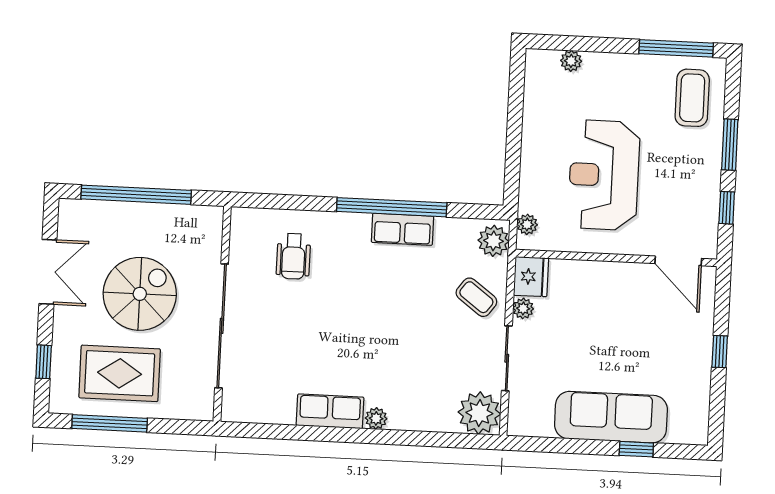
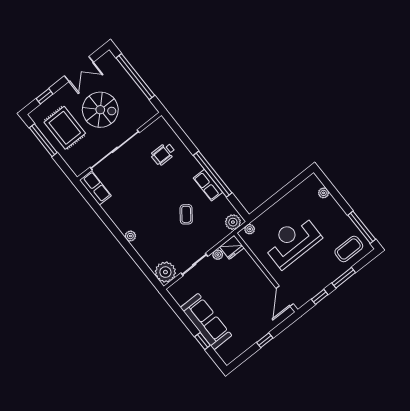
coffee table: (476, 297) -> (186, 214), moved
row of seats: (330, 411) -> (95, 188), moved

